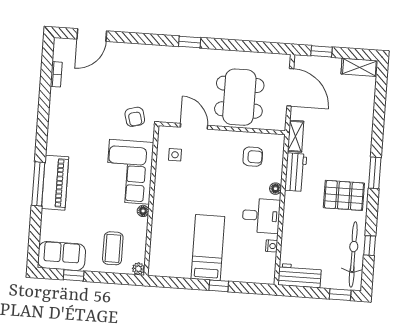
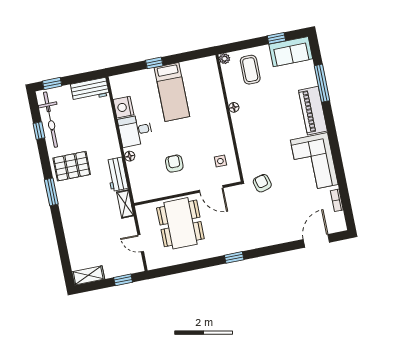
door: (290, 87) -> (141, 243), width x0.53
armchair: (253, 157) -> (174, 164), moved, turned 90
corner sofa: (129, 172) -> (314, 162), moved, turned 180
window: (38, 184) -> (322, 83), moved
nightstand: (272, 246) -> (123, 107), width x1.89, depth x1.79

